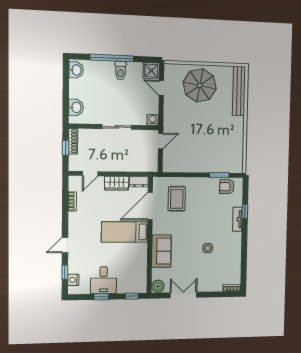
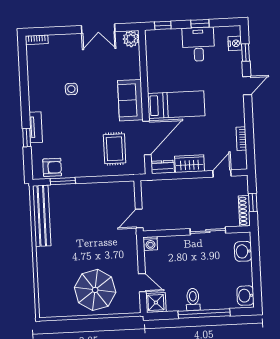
bench: (239, 91) -> (42, 216), moved
sliding door: (117, 127) -> (208, 231), moved
sofa: (161, 251) -> (130, 100), moved

